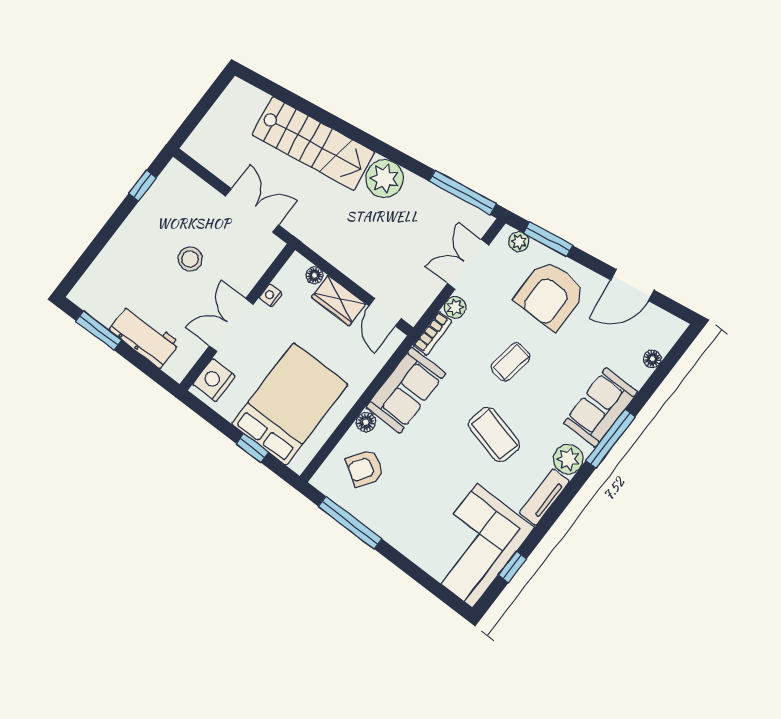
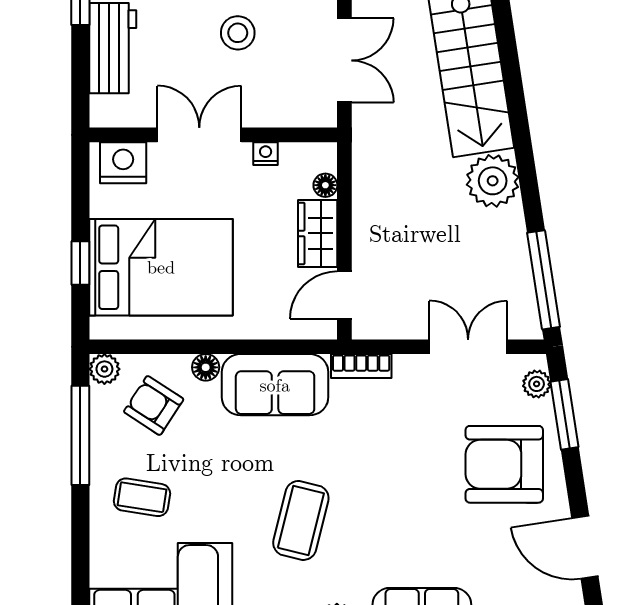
plant: (455, 307) -> (104, 369), moved
coffee table: (511, 362) -> (142, 497), moved

